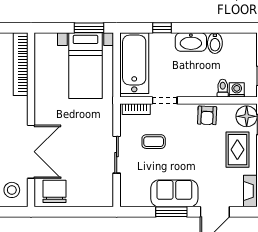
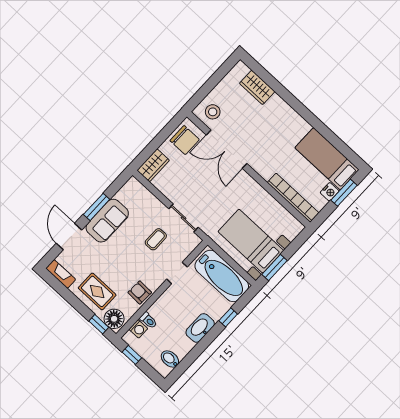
bidet: (215, 43) -> (170, 359), moved
bookcase: (136, 109) -> (189, 248), removed
sliding door: (117, 155) -> (184, 218), moved
wardrobe: (97, 198) -> (153, 165), added

